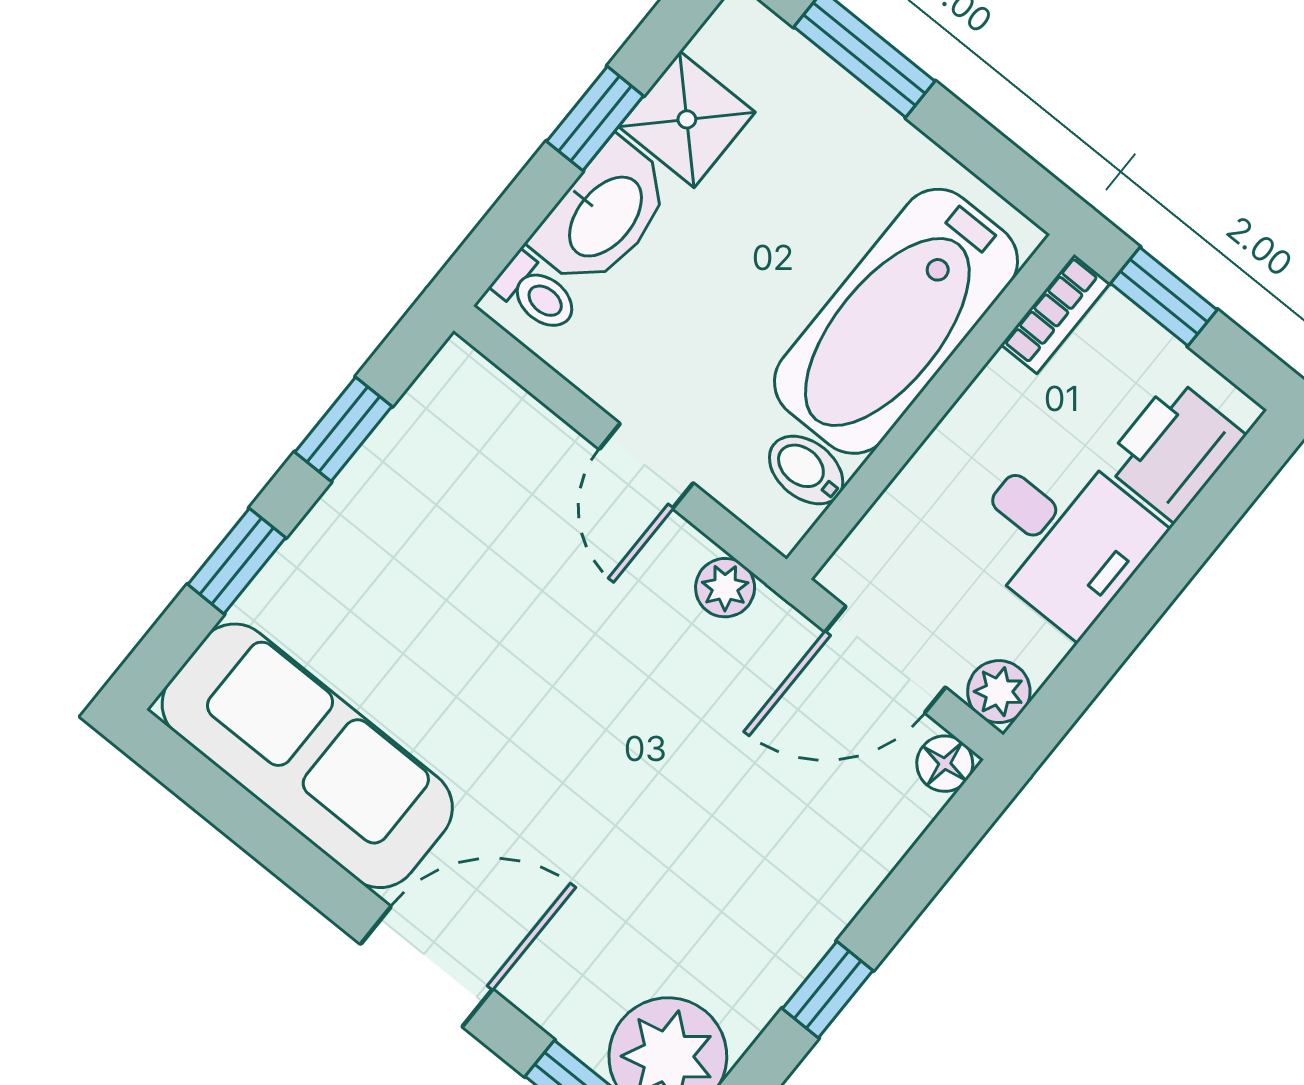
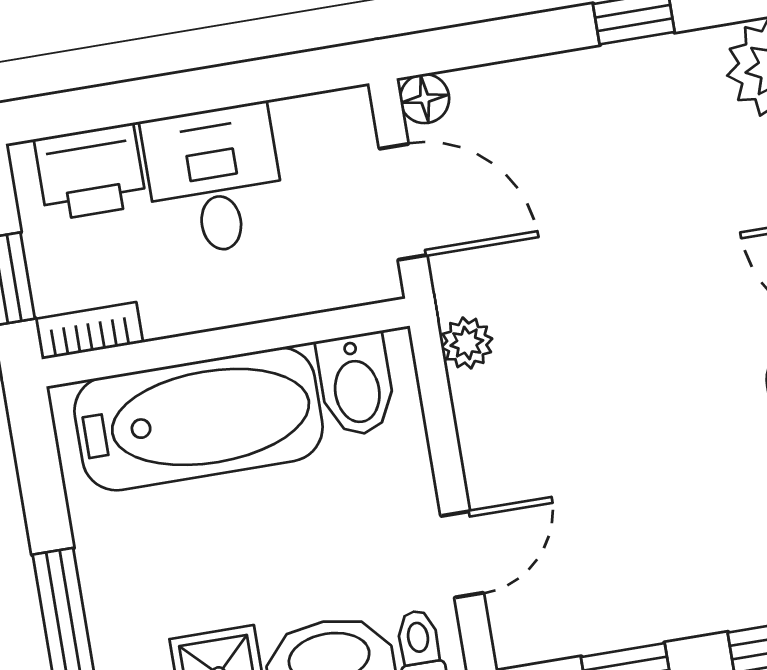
door: (646, 466) -> (462, 554), moved
bidet: (806, 470) -> (356, 385), width x1.38, depth x1.36
plant: (999, 692) -> (347, 115), removed

